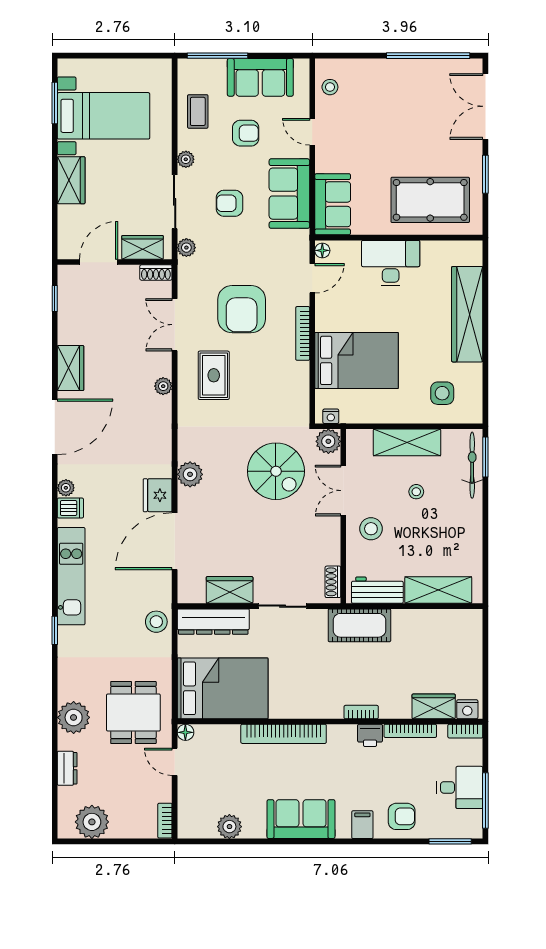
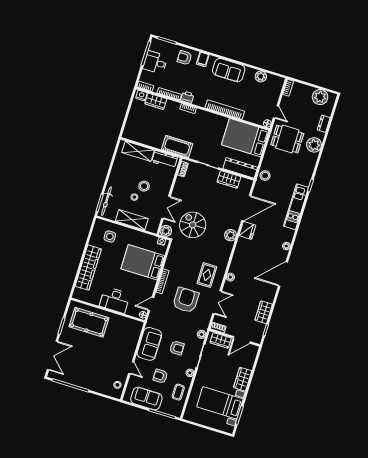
sofa: (333, 204) -> (132, 333), removed
wardrobe: (71, 368) -> (264, 312), moved
dishwasher: (70, 508) -> (287, 237), removed
stool: (371, 529) -> (144, 186), moved
dining table: (133, 713) -> (287, 139), turned 90

